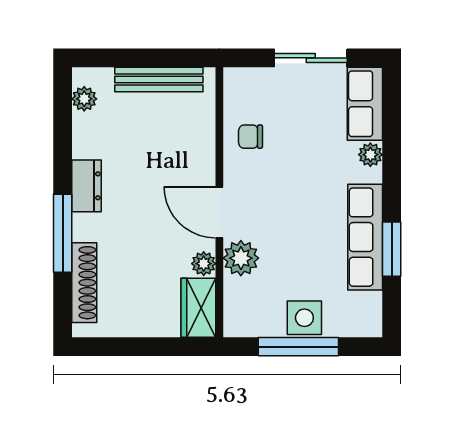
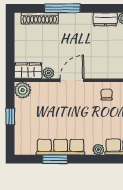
dresser: (87, 186) -> (105, 19), moved
plant: (241, 258) -> (23, 90), moved
side table: (304, 318) -> (24, 119), removed
window: (298, 347) -> (10, 117), width x0.46

